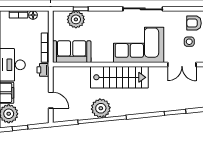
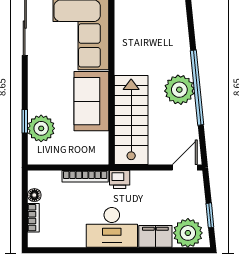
sofa: (72, 52) -> (91, 101), moved
stairs: (119, 77) -> (131, 120), moved
door: (51, 100) -> (185, 168), moved

